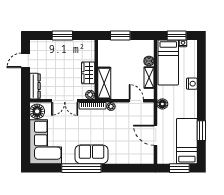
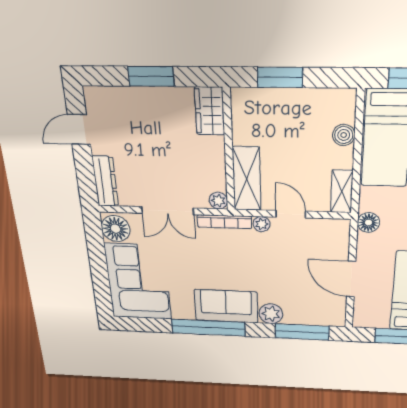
wardrobe: (88, 73) -> (210, 111), moved
shelving: (149, 78) -> (342, 191), moved
door: (136, 101) -> (291, 214), moved
plant: (115, 158) -> (271, 314), added
window: (131, 168) -> (302, 332), added

